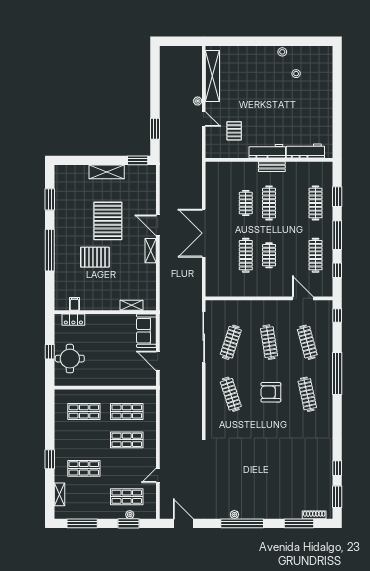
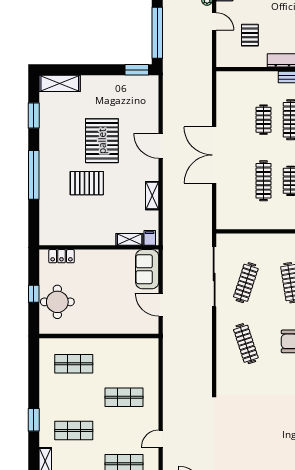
window: (155, 129) -> (157, 33), width x2.11
shelving: (107, 172) -> (60, 83), moved
shelving: (151, 251) -> (152, 196), moved
filing cabinet: (75, 304) -> (150, 238), moved
shop shelf: (127, 411) -> (124, 364), removed

